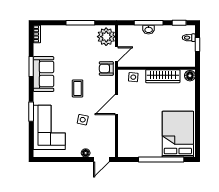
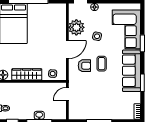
plant: (106, 37) -> (76, 27), moved
armchair: (106, 68) -> (84, 66), moved
sofa: (44, 74) -> (131, 71), width x1.36

